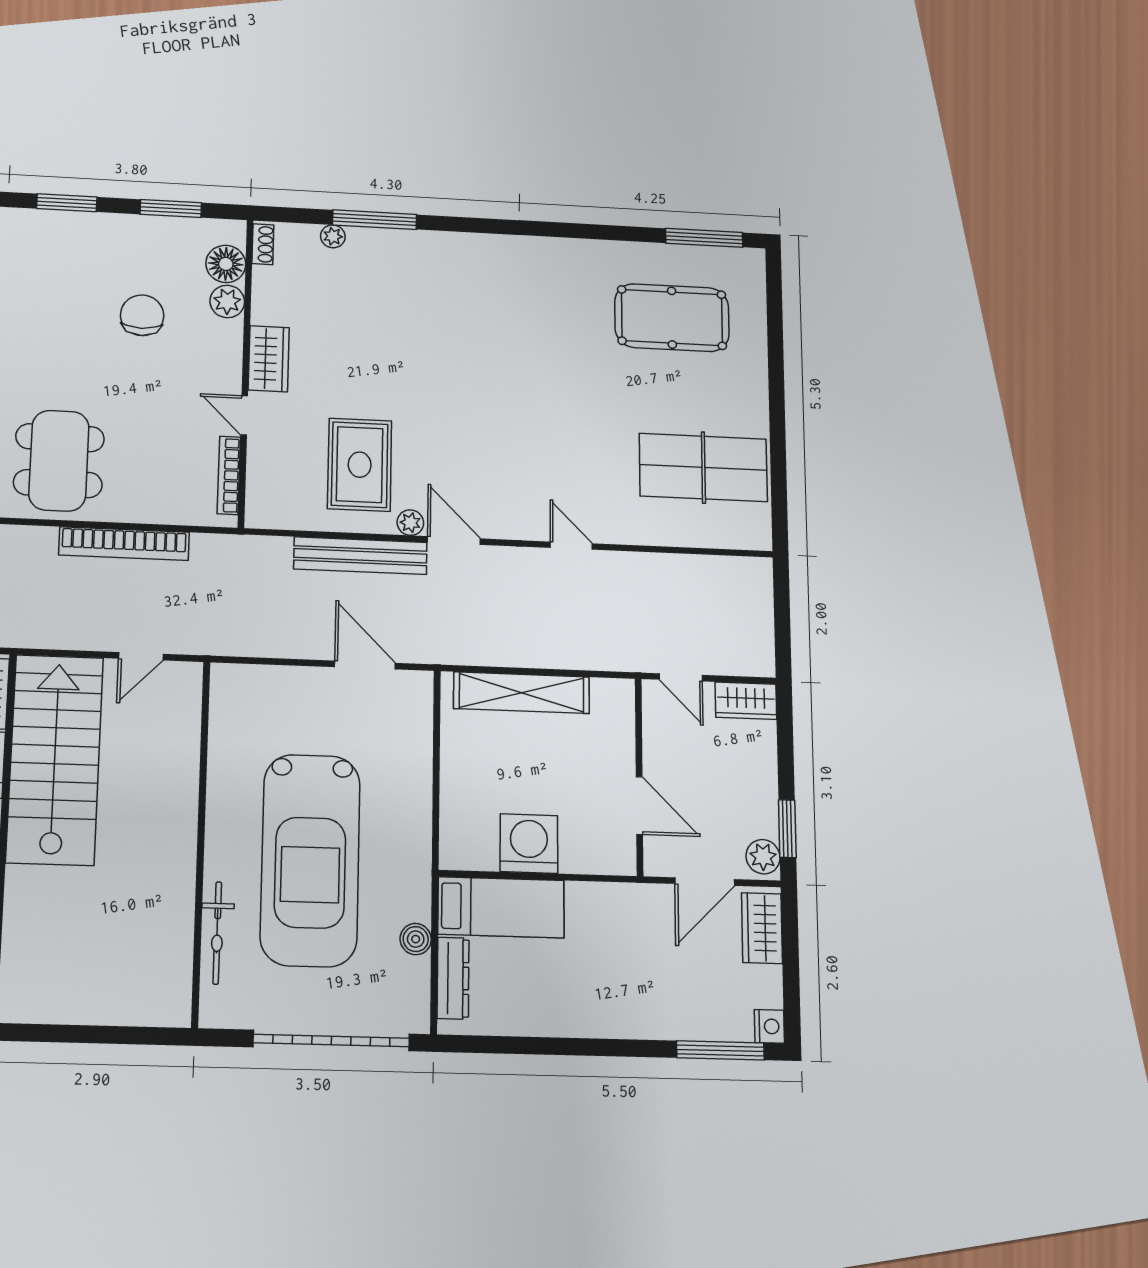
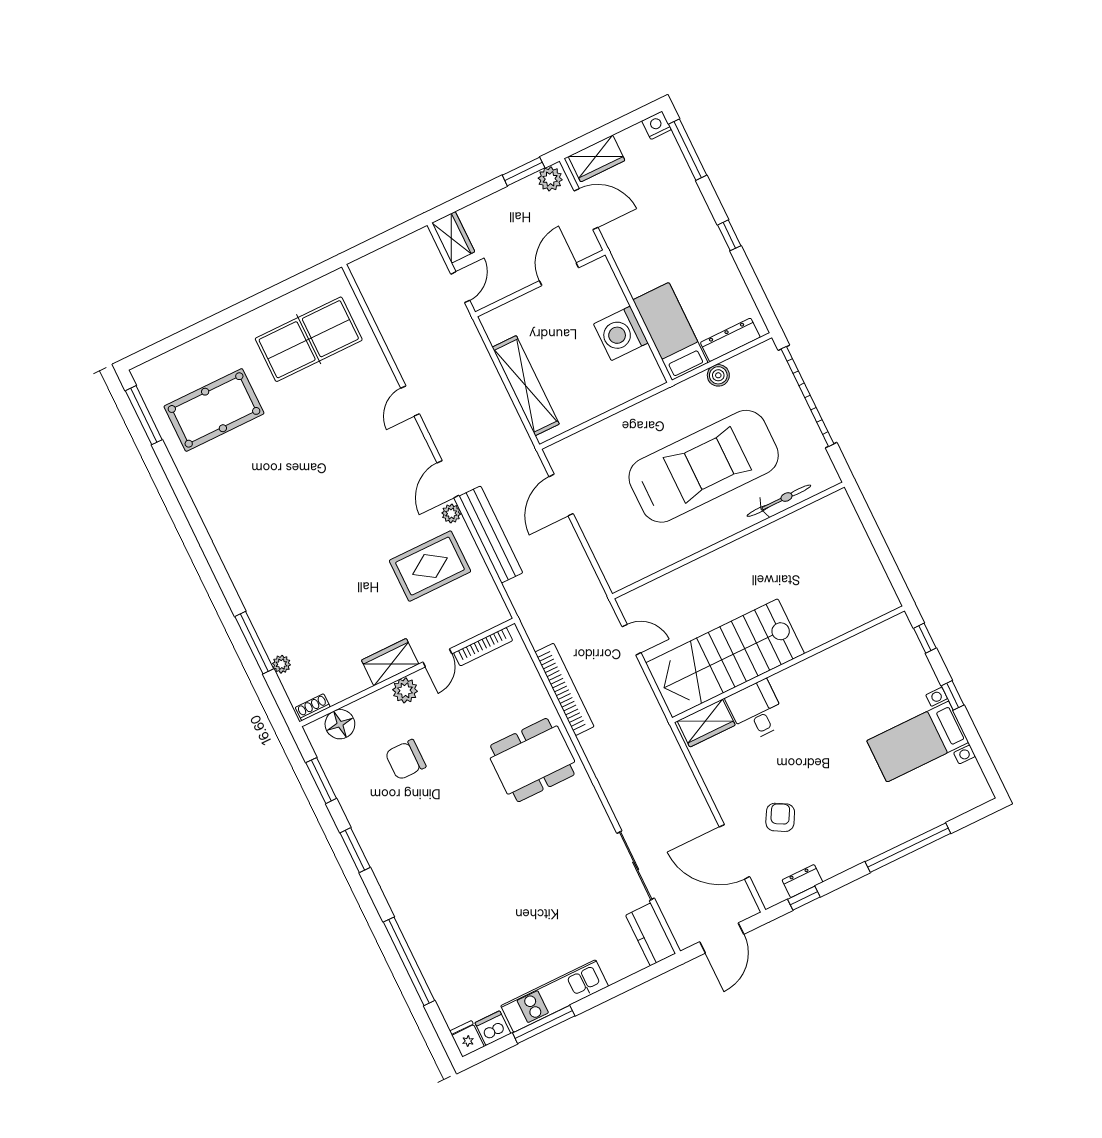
plant: (227, 301) -> (405, 690), moved
pool table: (672, 318) -> (214, 410), turned 90
table tennis table: (703, 467) -> (309, 339), turned 90
window: (587, 1047) -> (729, 235), added

